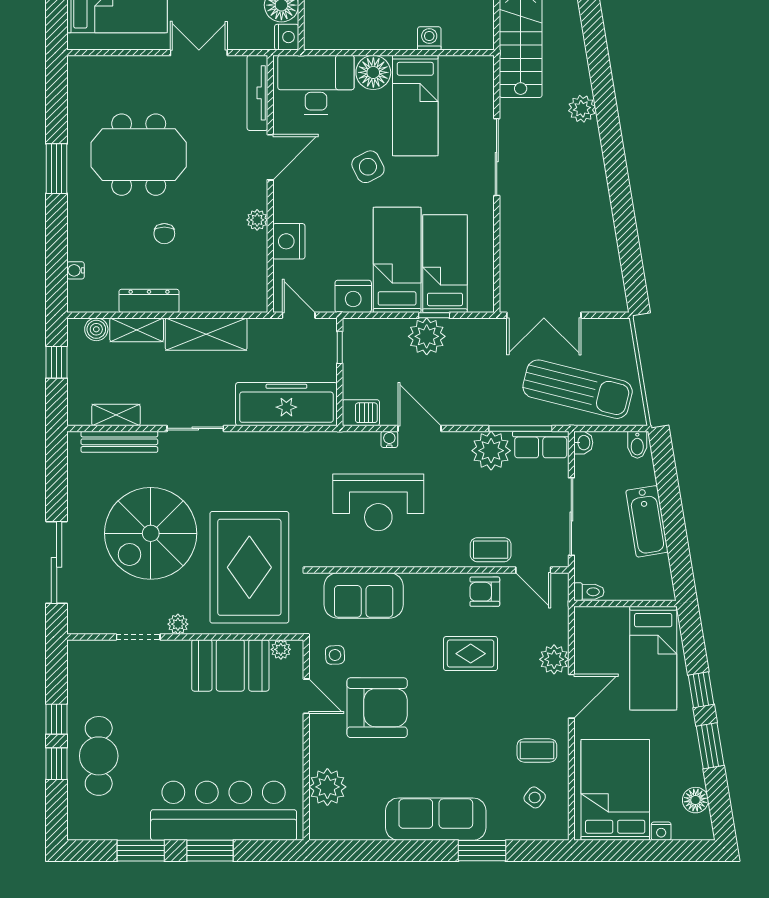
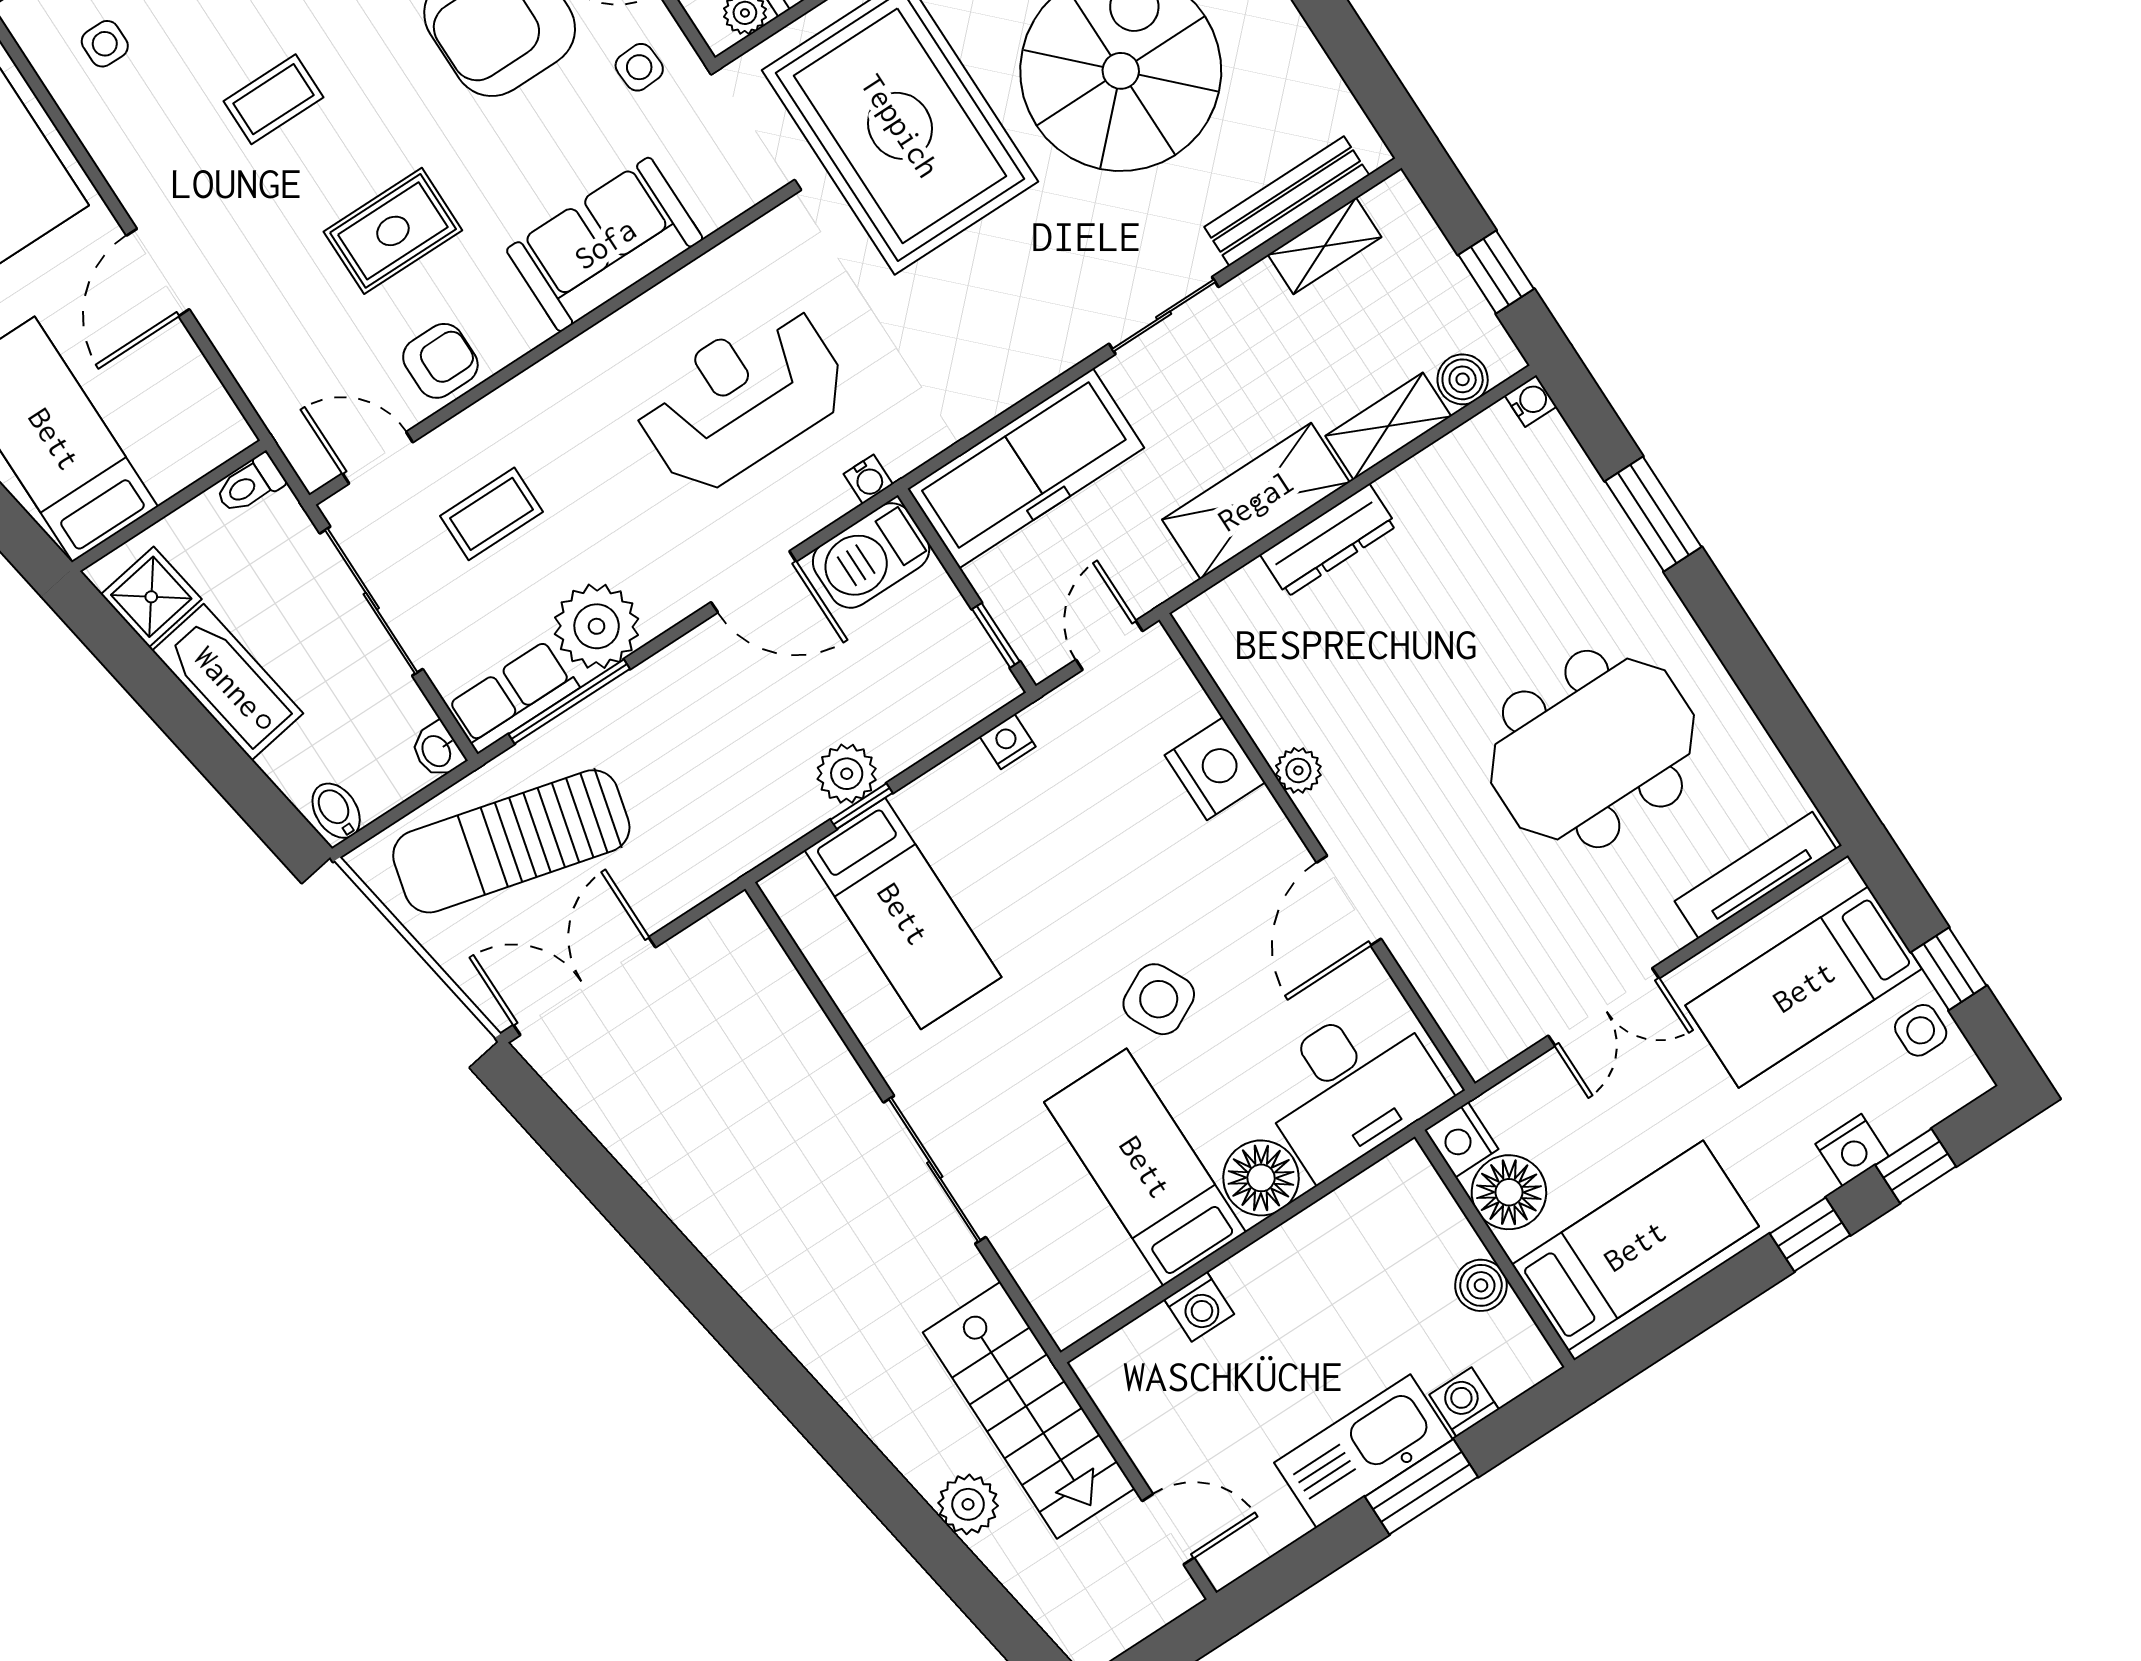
tv unit: (257, 93) -> (1756, 875), moved, turned -90
plant: (582, 109) -> (968, 1504), moved
window: (57, 169) -> (1653, 514), moved
chair: (164, 234) -> (1452, 635), removed
bed: (397, 260) -> (995, 863), removed
water cooler: (75, 270) -> (1531, 401), moved
nightstand: (353, 296) -> (1008, 742), width x0.53, depth x0.56
dresser: (149, 301) -> (1328, 540), moved
door: (299, 315) -> (1109, 645), swing flipped
double door: (544, 315) -> (584, 986), moved
plant: (427, 336) -> (847, 774), width x0.73, depth x0.73
barbecue: (361, 413) -> (871, 555), width x1.38, depth x1.27
water cooler: (389, 439) -> (868, 479), moved
coffee table: (491, 550) -> (492, 514), moved
shower: (655, 573) -> (151, 597), added
sofa: (364, 595) -> (605, 244), moved
plant: (554, 659) -> (233, 319), removed
coffee table: (537, 750) -> (273, 99), moved
side table: (535, 797) -> (105, 44), turned -37

